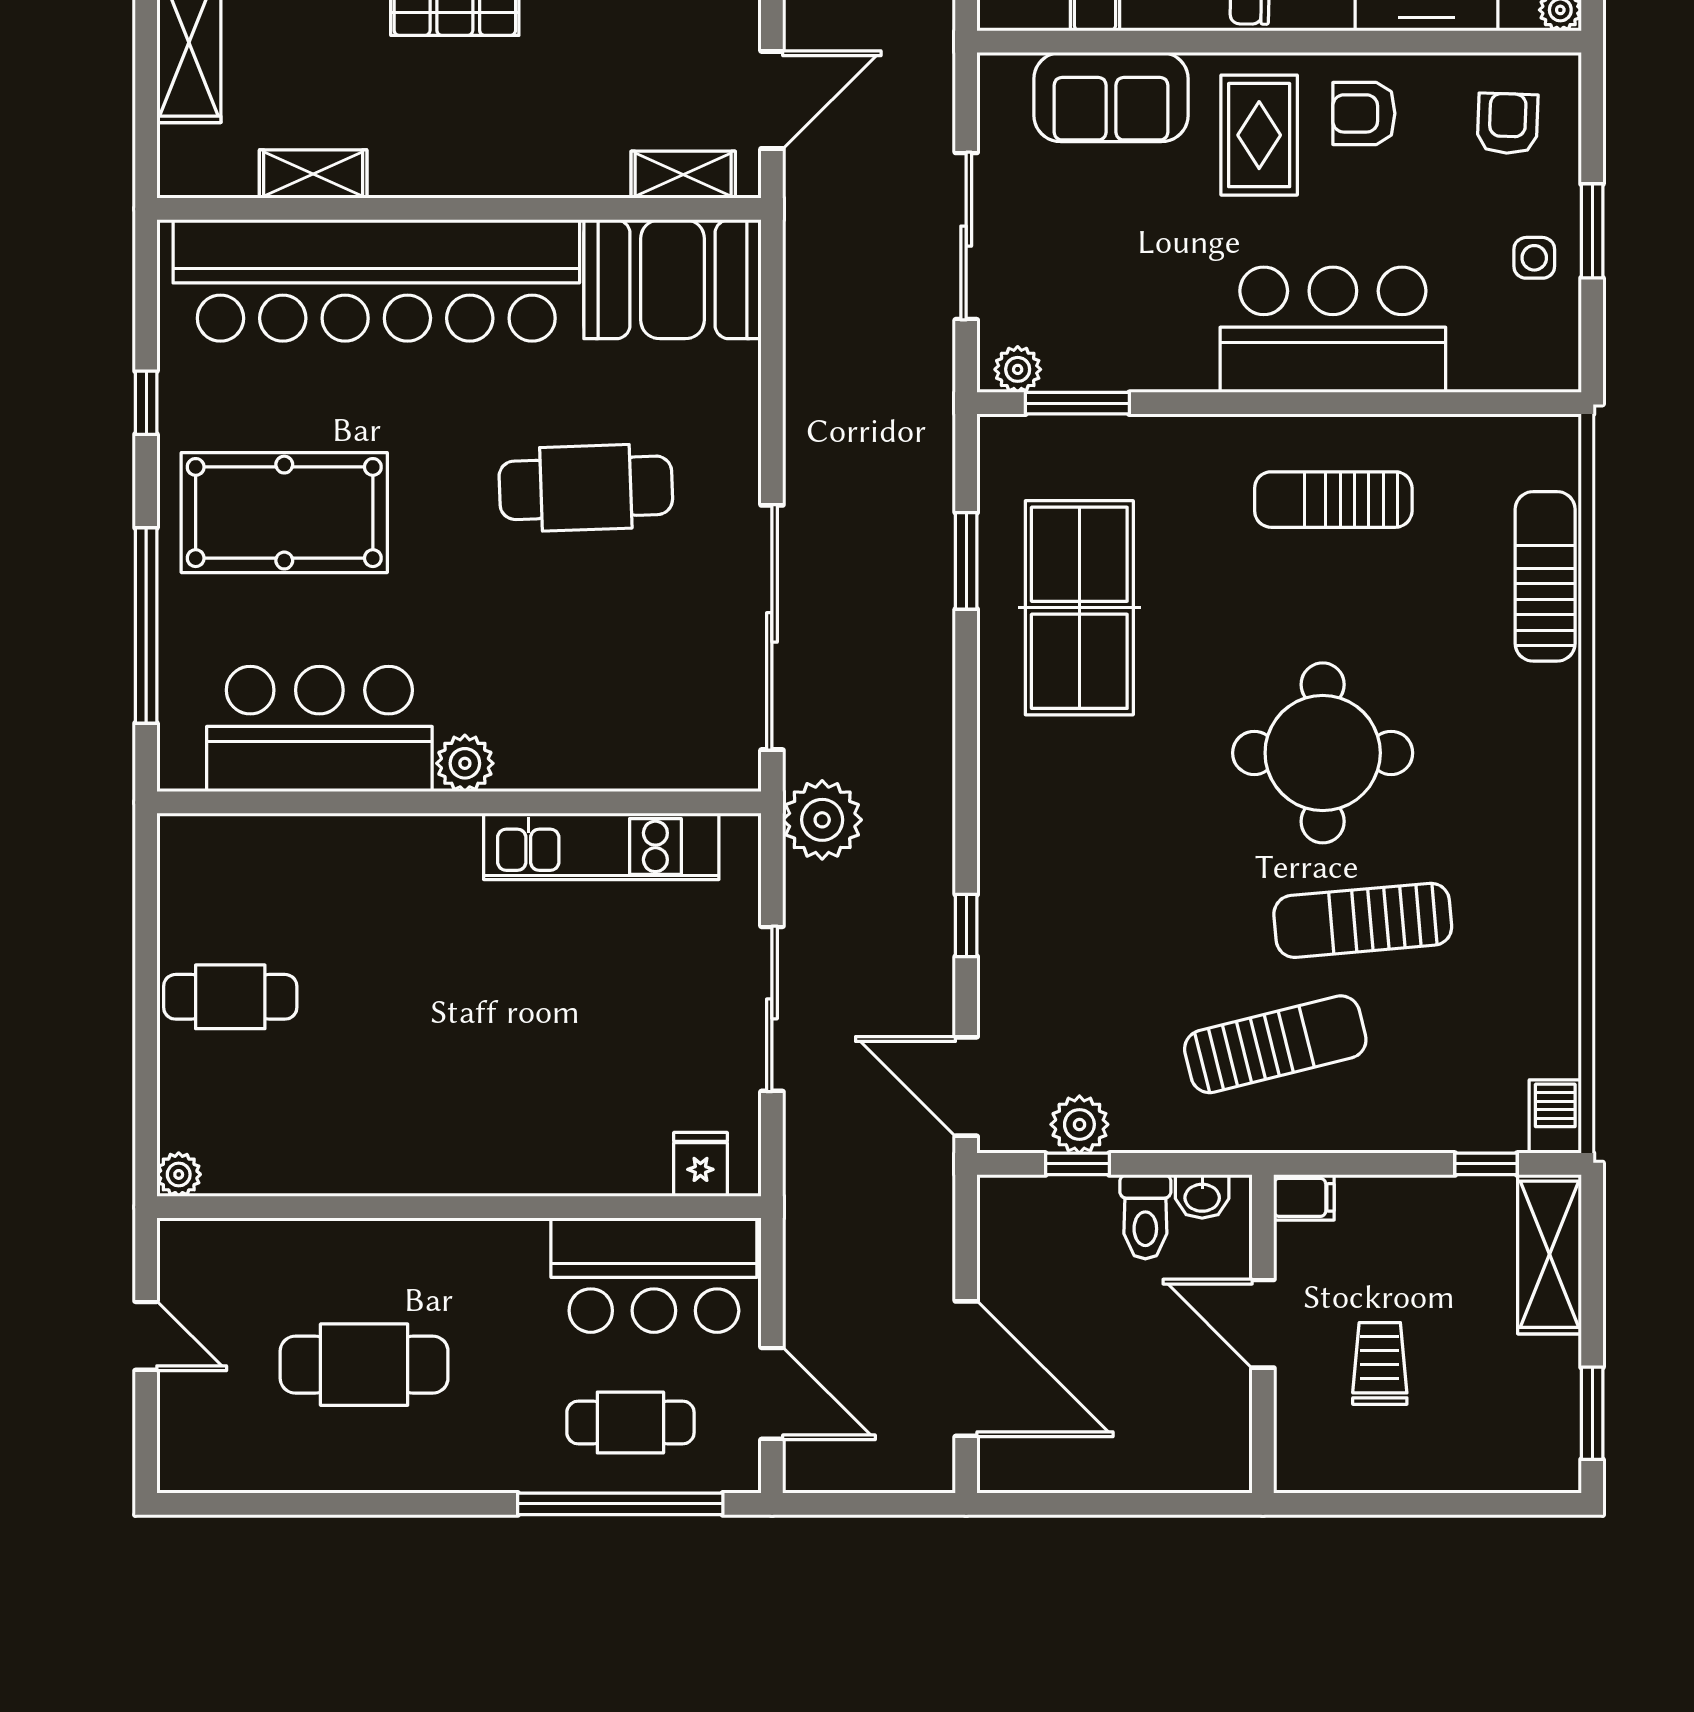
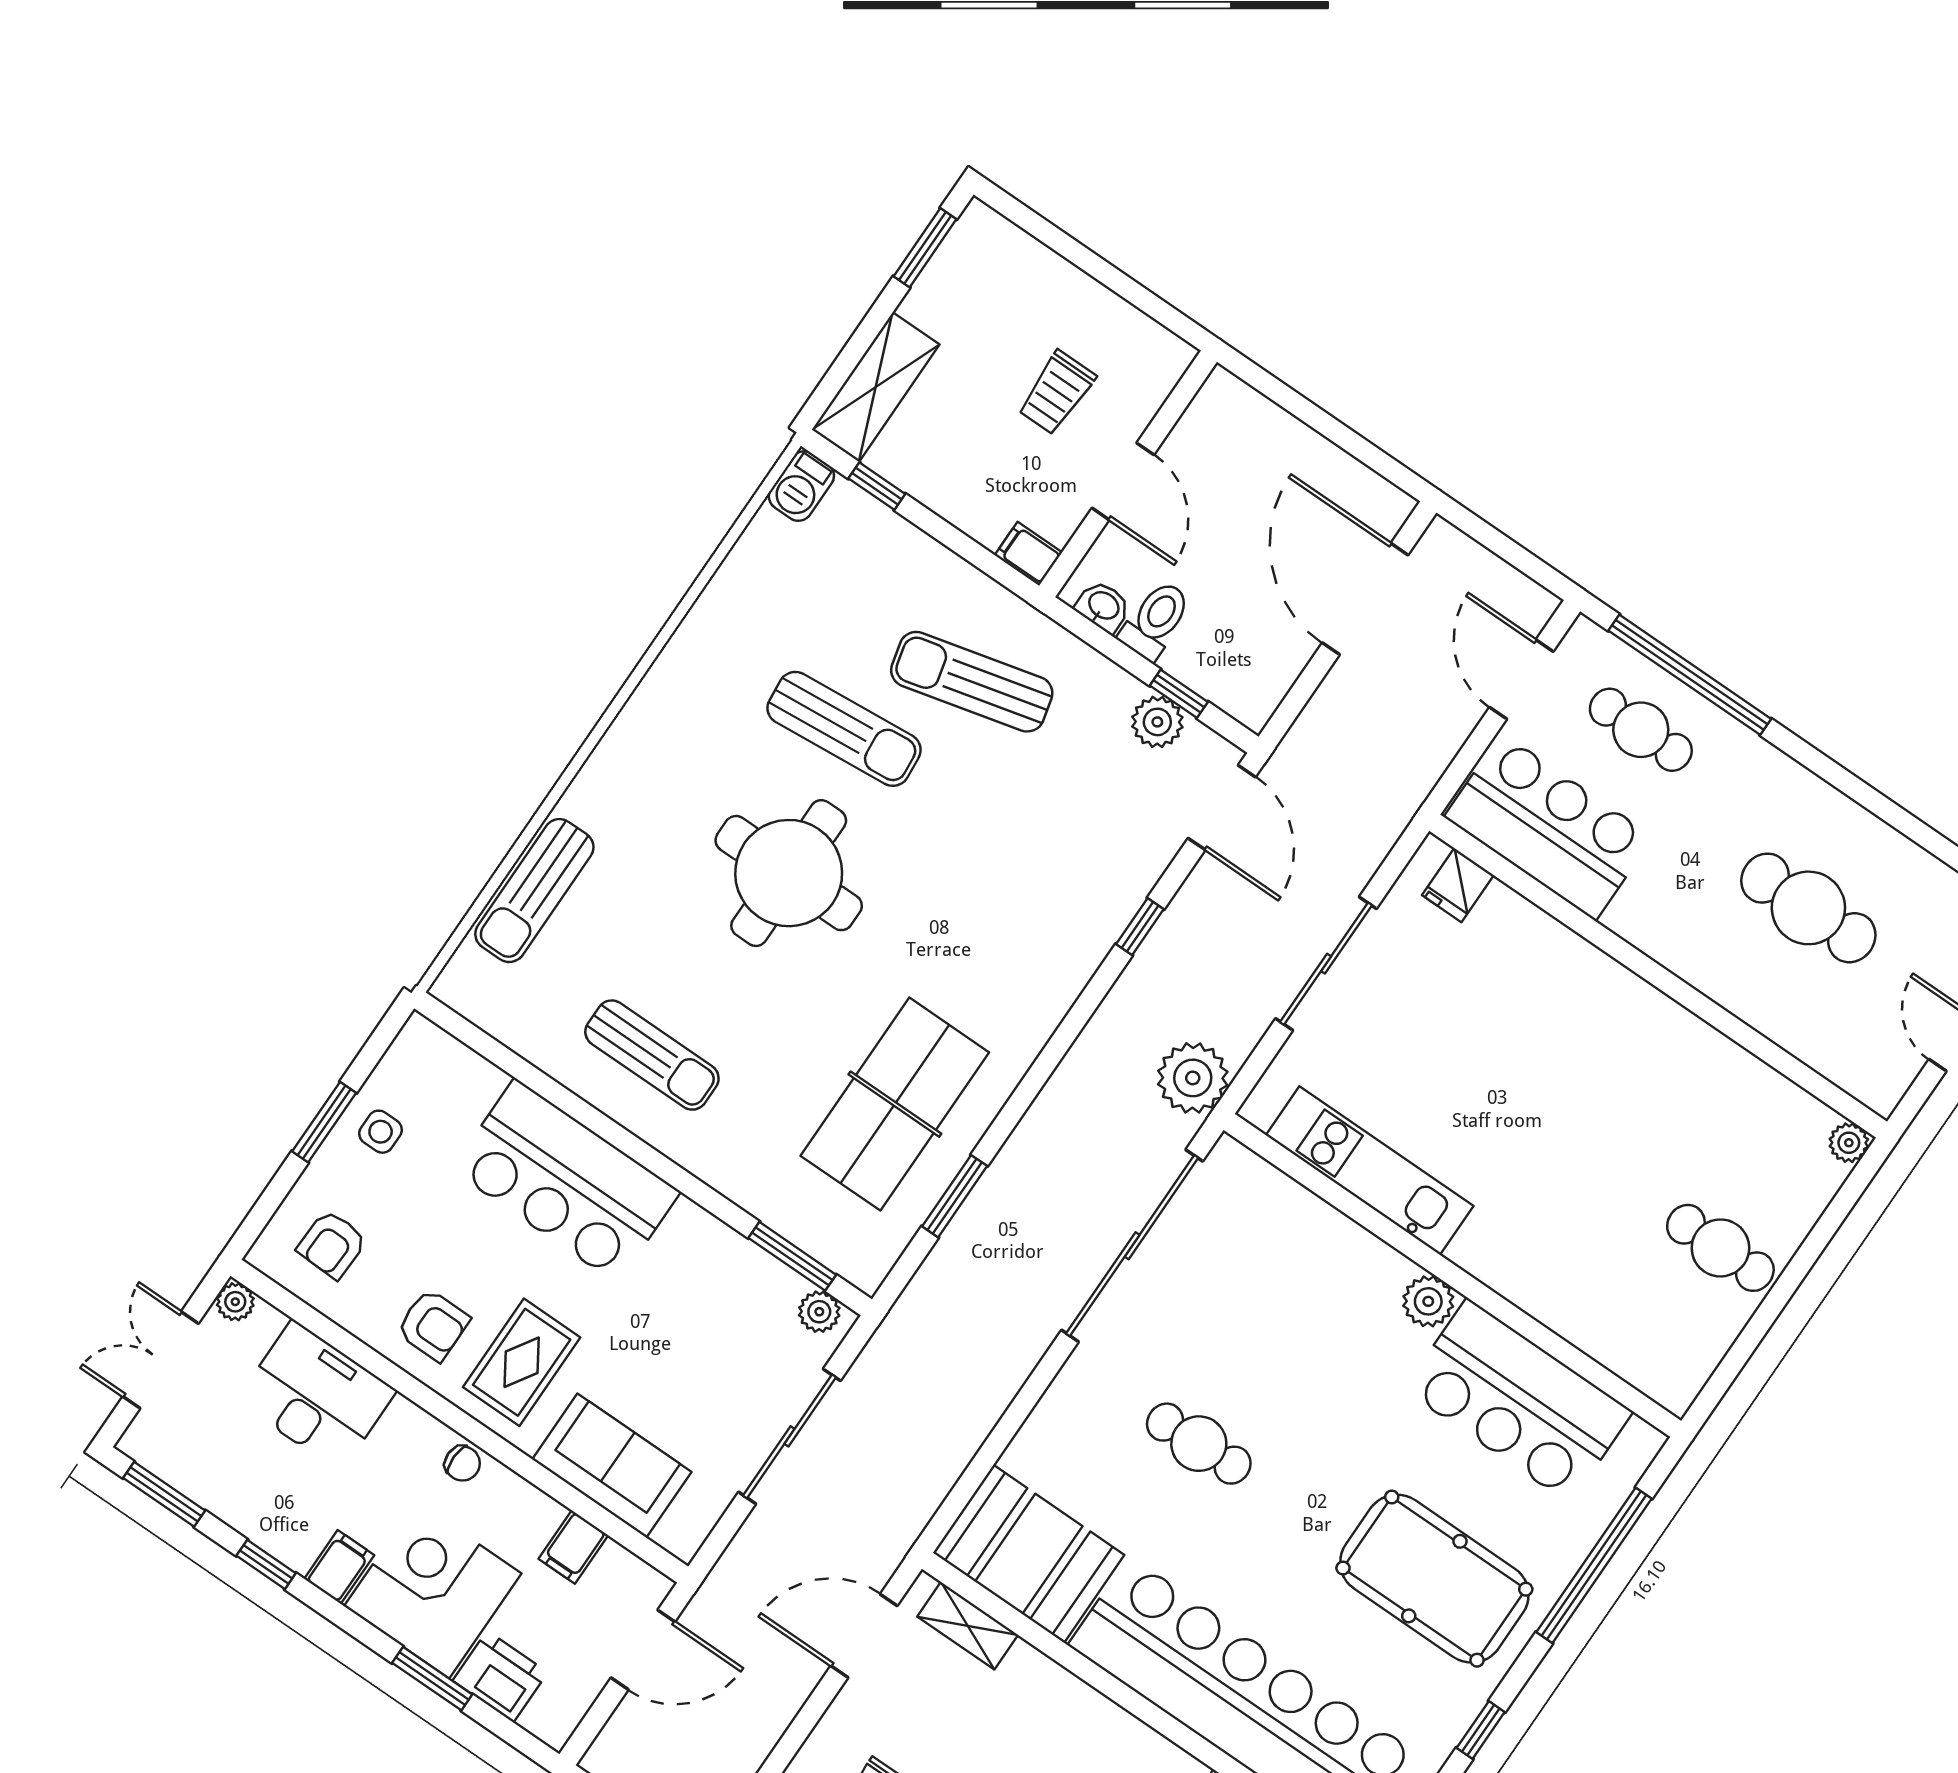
cafe table: (586, 488) -> (1199, 1444), width x0.73, depth x0.74

